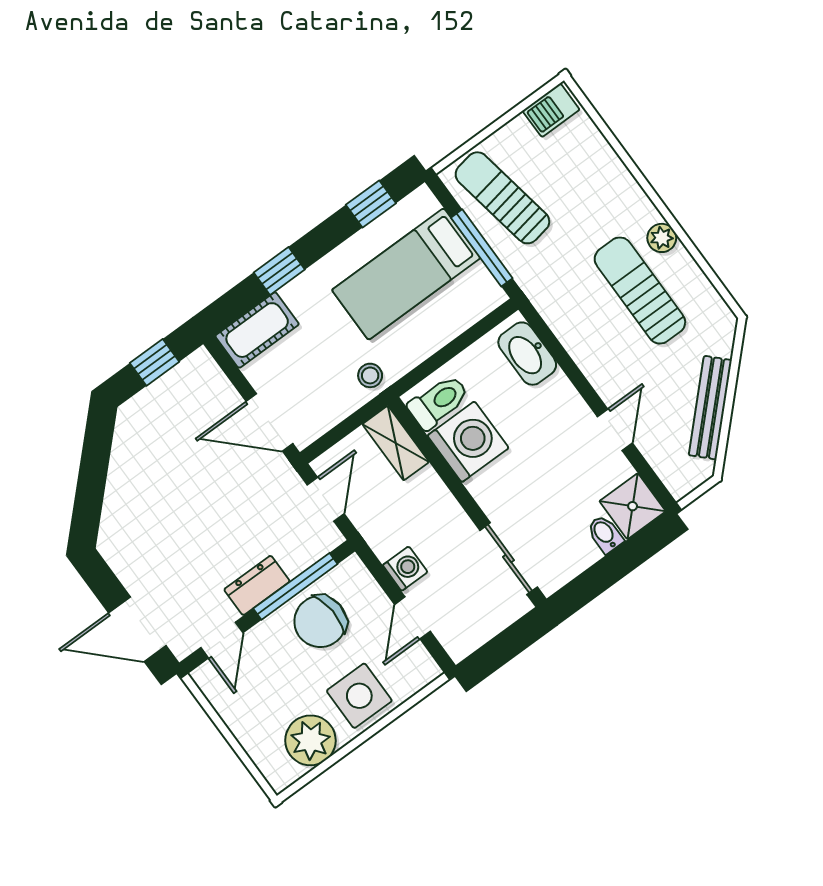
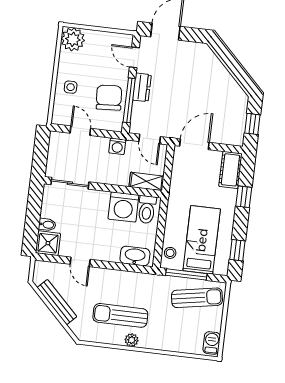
sun lounger: (640, 291) -> (120, 315), turned 180
stool: (370, 375) -> (170, 253), moved
washing machine: (405, 569) -> (117, 146), moved
side table: (359, 696) -> (71, 87), width x0.54, depth x0.54
plant: (310, 740) -> (73, 39), moved

